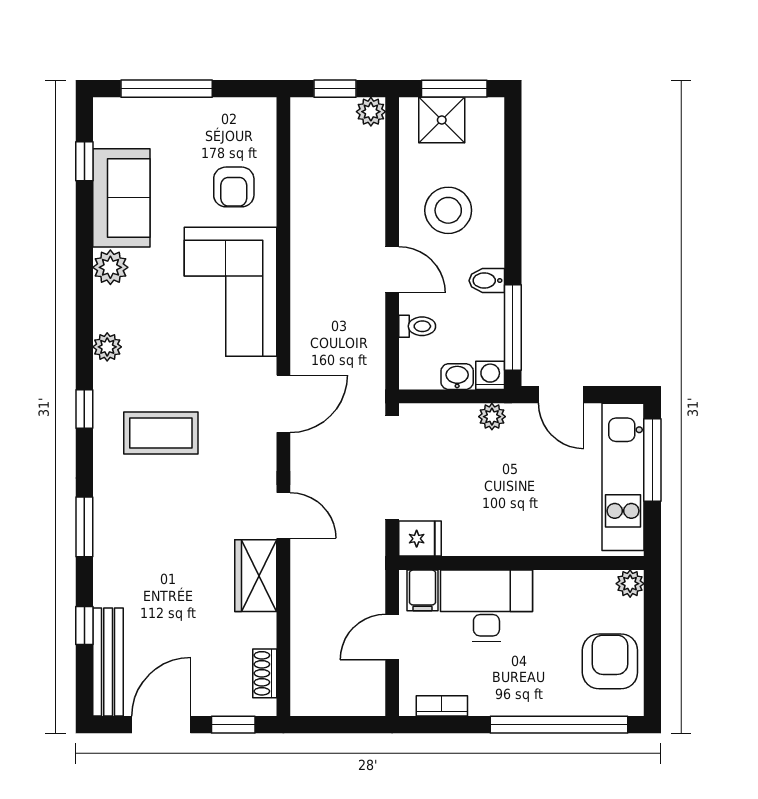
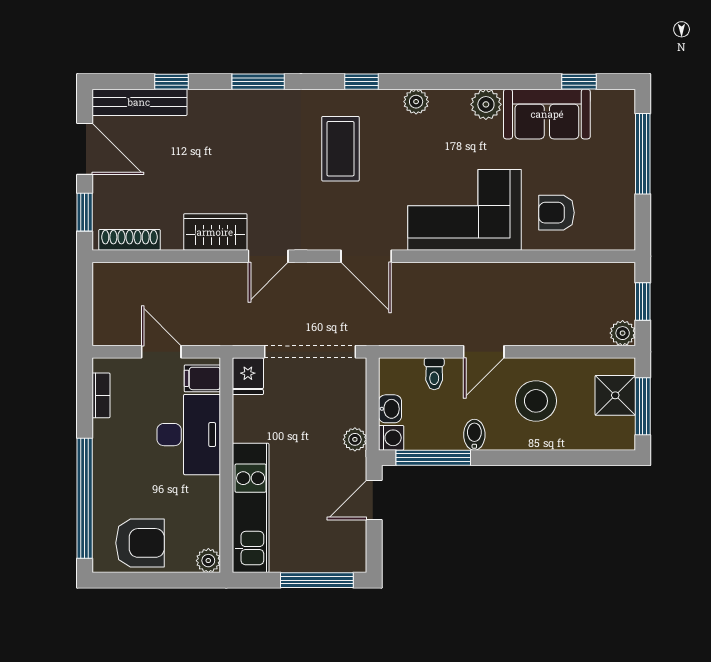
kitchen unit: (623, 477) -> (251, 508), moved, turned 90
shoe rack: (265, 673) -> (130, 240), width x1.43

